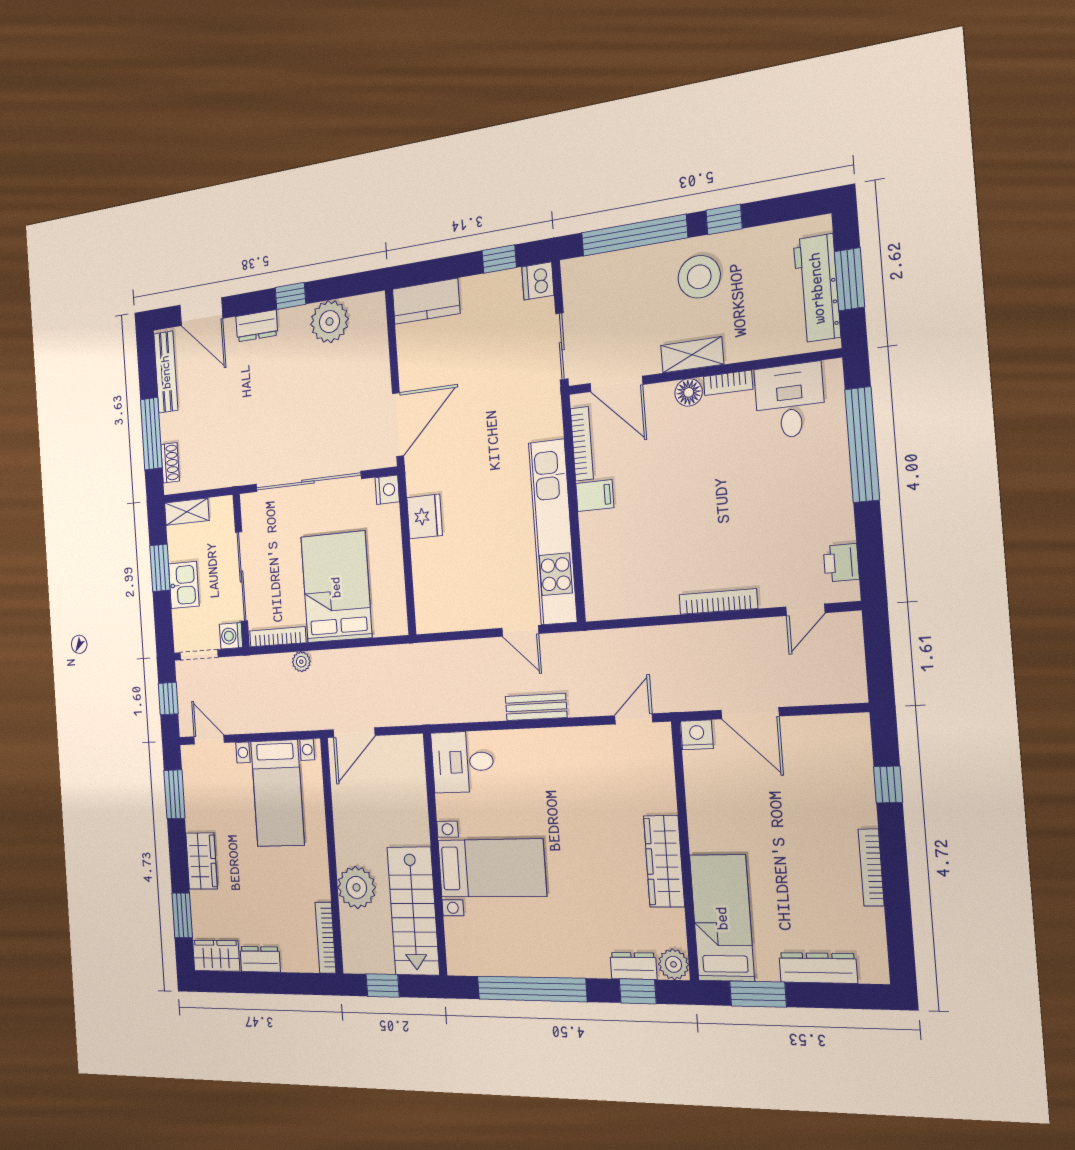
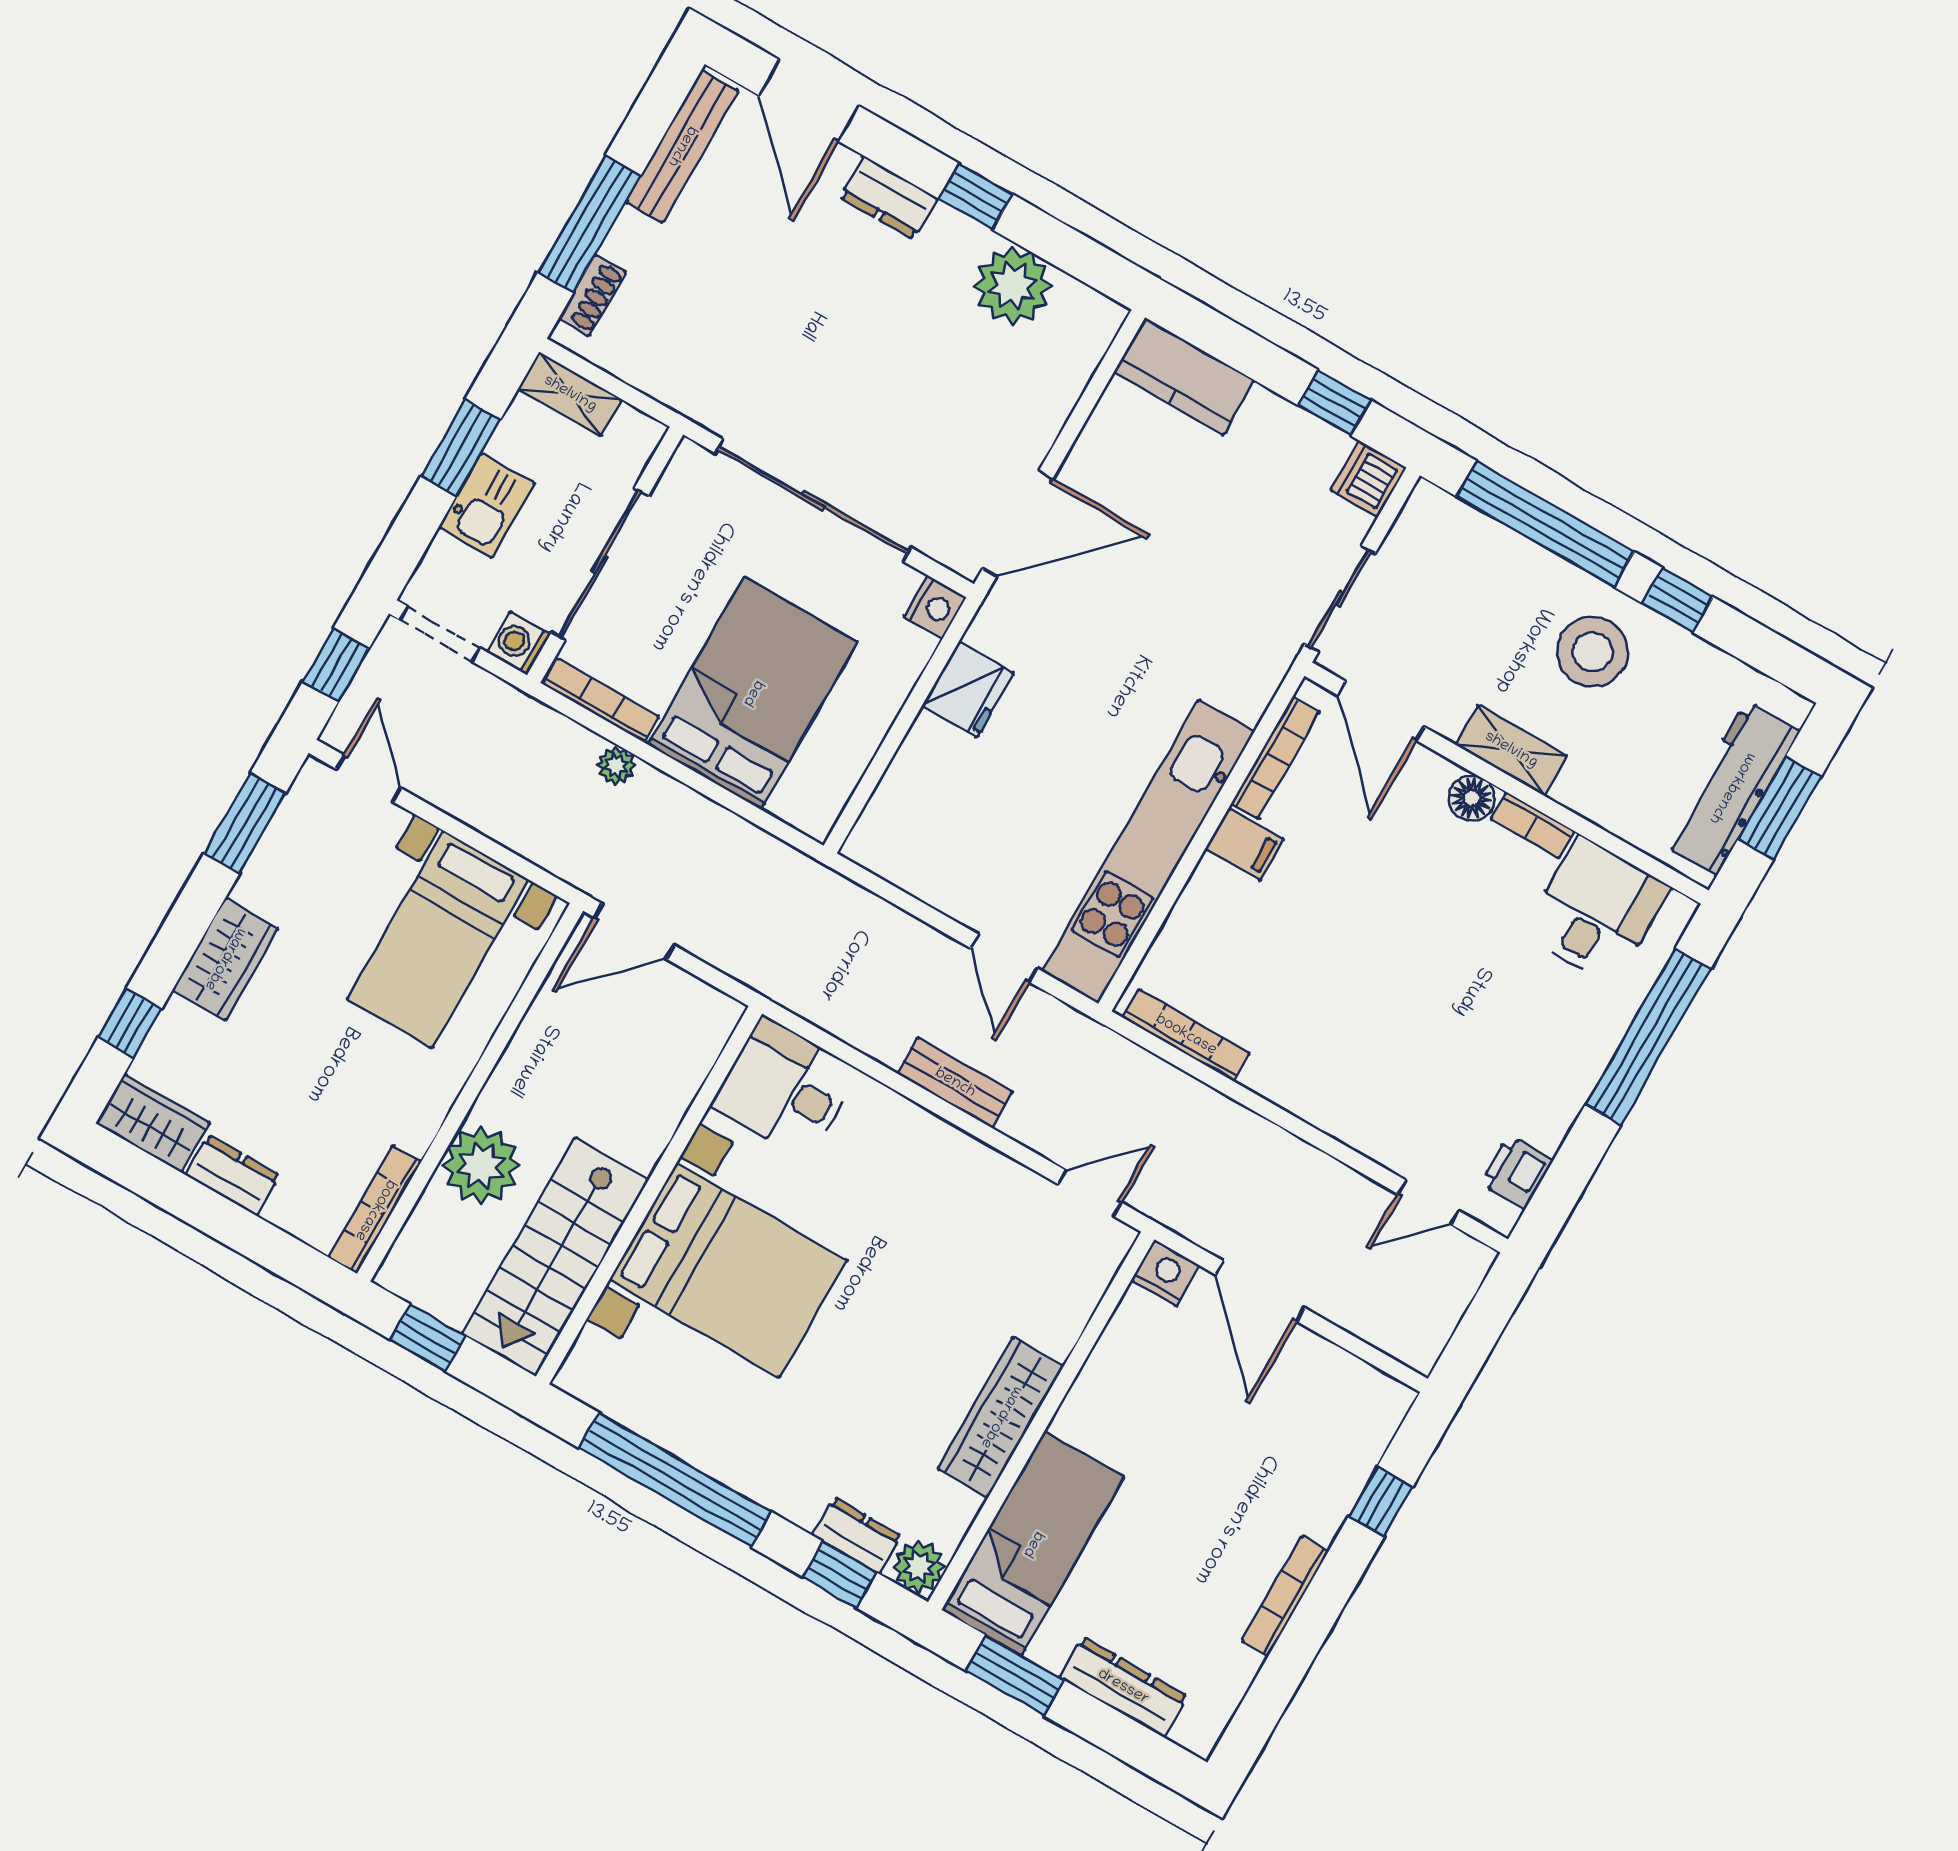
bookcase: (718, 602) -> (1186, 1035), moved
bed with nightstands: (492, 868) -> (728, 1270), width x1.36
window: (182, 915) -> (130, 1023), width x0.67

